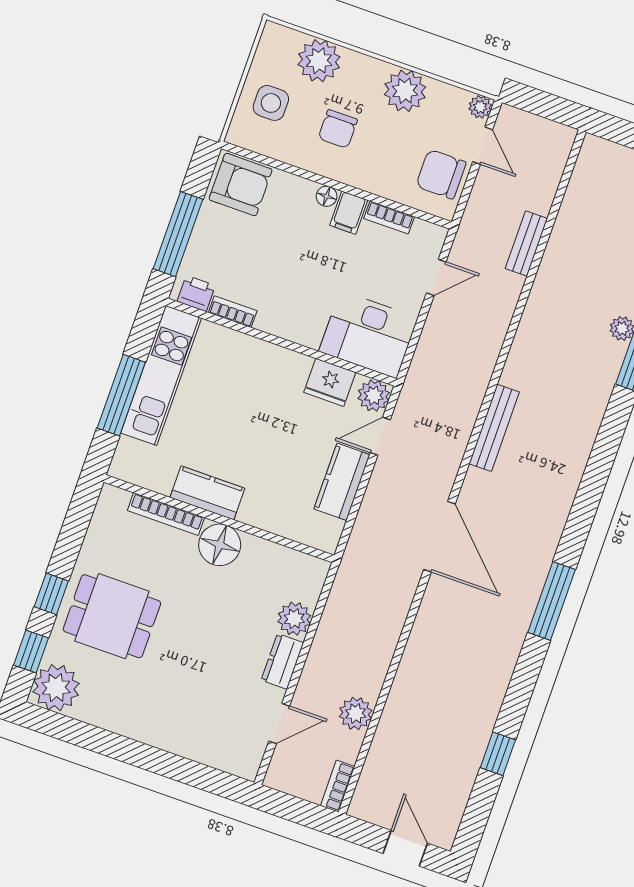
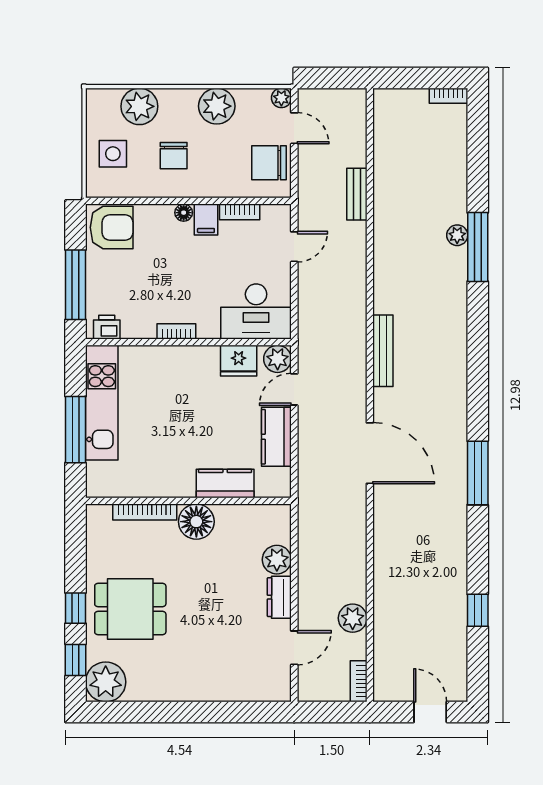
bookcase: (233, 312) -> (176, 331), moved
kitchen counter: (207, 493) -> (225, 483), moved

